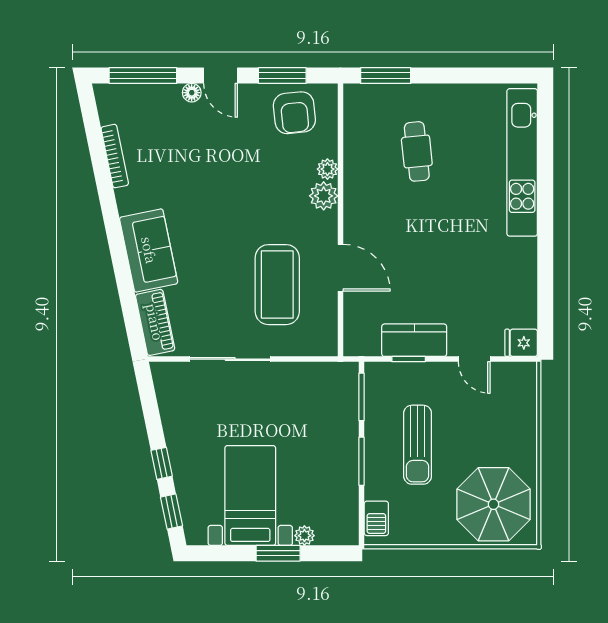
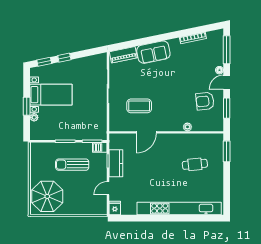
armchair: (294, 113) -> (205, 101), moved
kitchen unit: (522, 162) -> (179, 208), width x1.36
plant: (324, 196) -> (176, 125), removed
coffee table: (277, 285) -> (139, 106), width x0.73, depth x0.76
barbecue: (376, 518) -> (100, 147), moved

